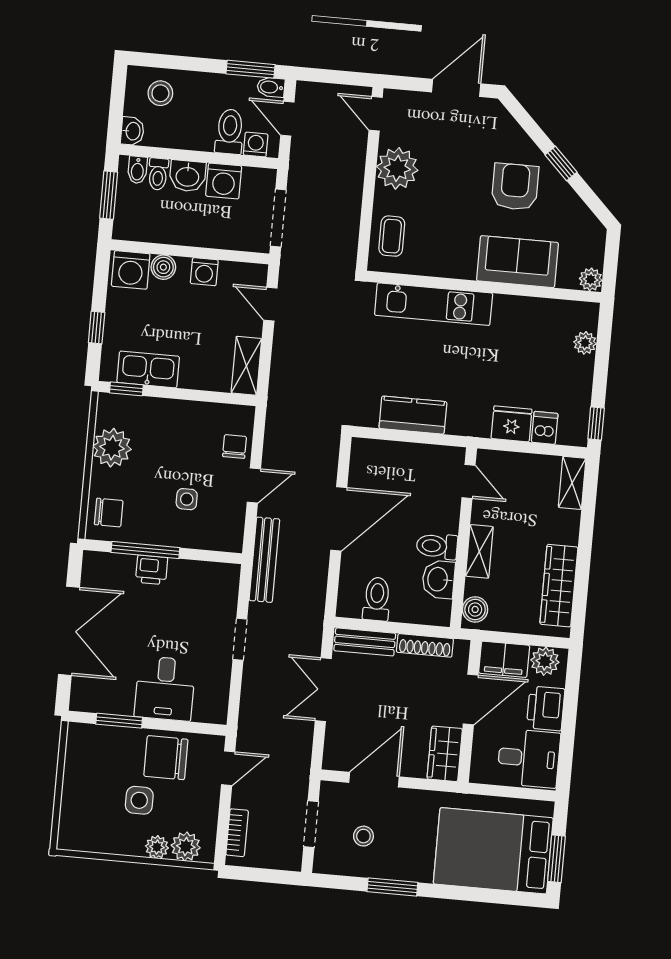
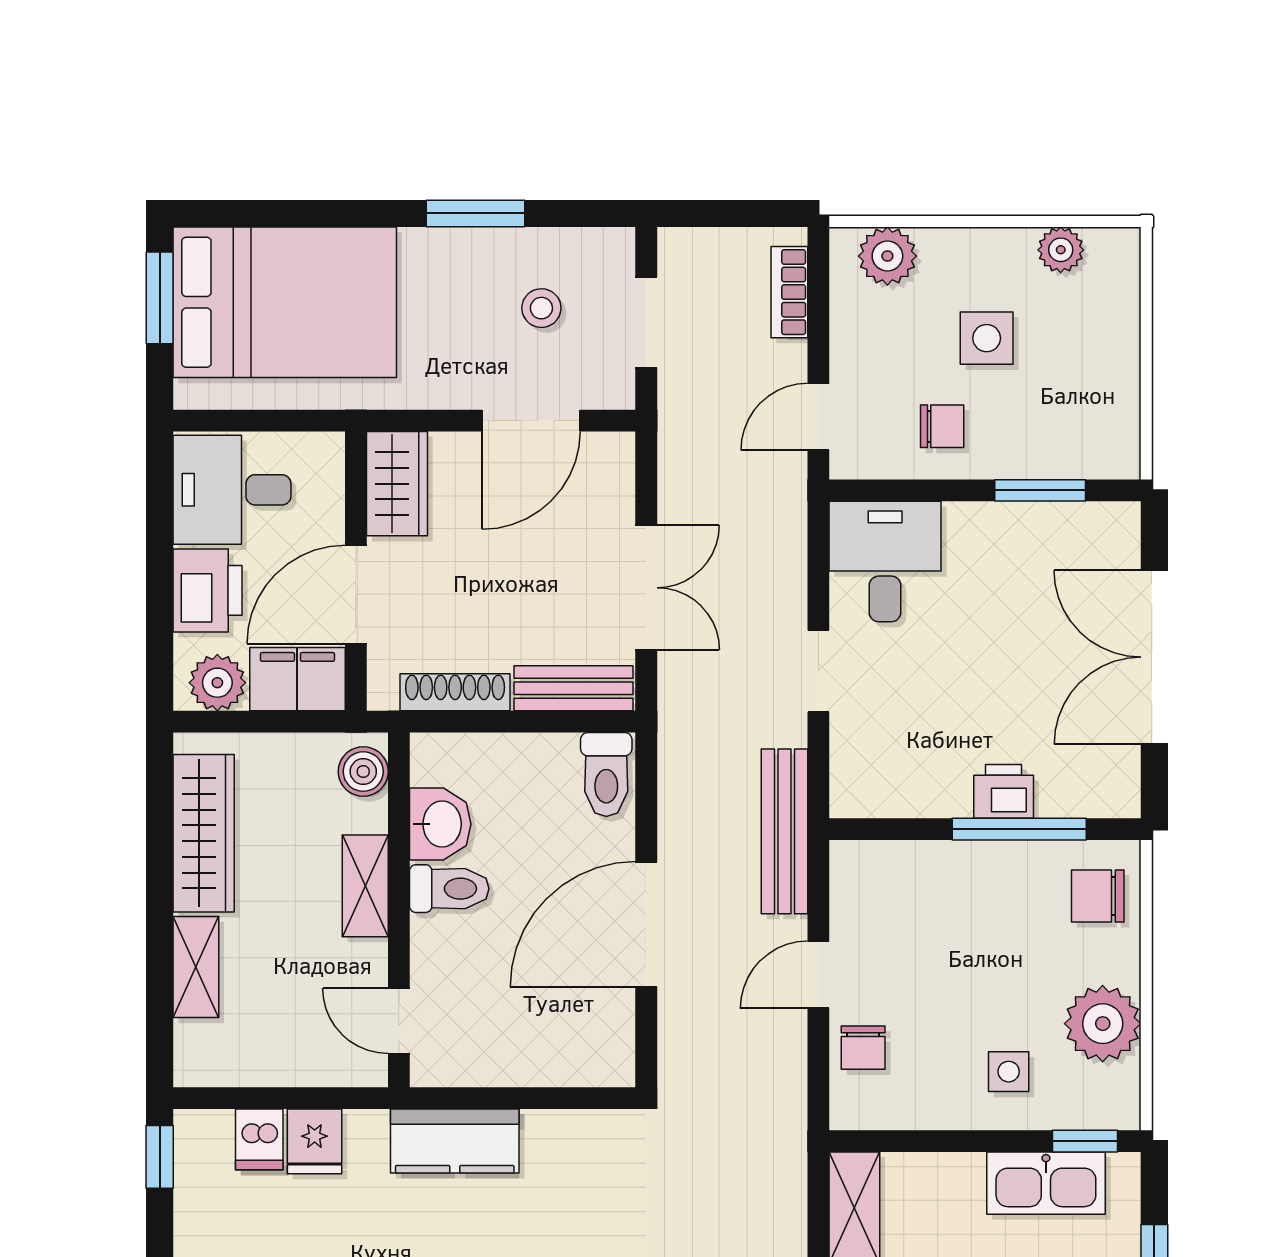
kitchen counter: (413, 415) -> (455, 1141), moved
fridge: (512, 424) -> (315, 1141), width x0.72
shelving: (572, 483) -> (196, 967), moved
side table: (187, 499) -> (1009, 1072), moved
toilet: (377, 599) -> (606, 774), moved
desk: (165, 689) -> (885, 562), moved
chair: (166, 758) -> (942, 426), width x0.54, depth x0.54
plant: (157, 847) -> (1061, 250), moved

